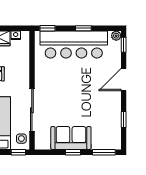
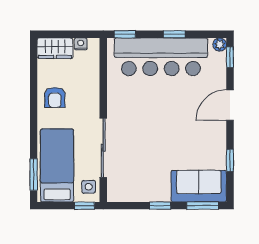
sofa: (71, 138) -> (199, 186), moved

